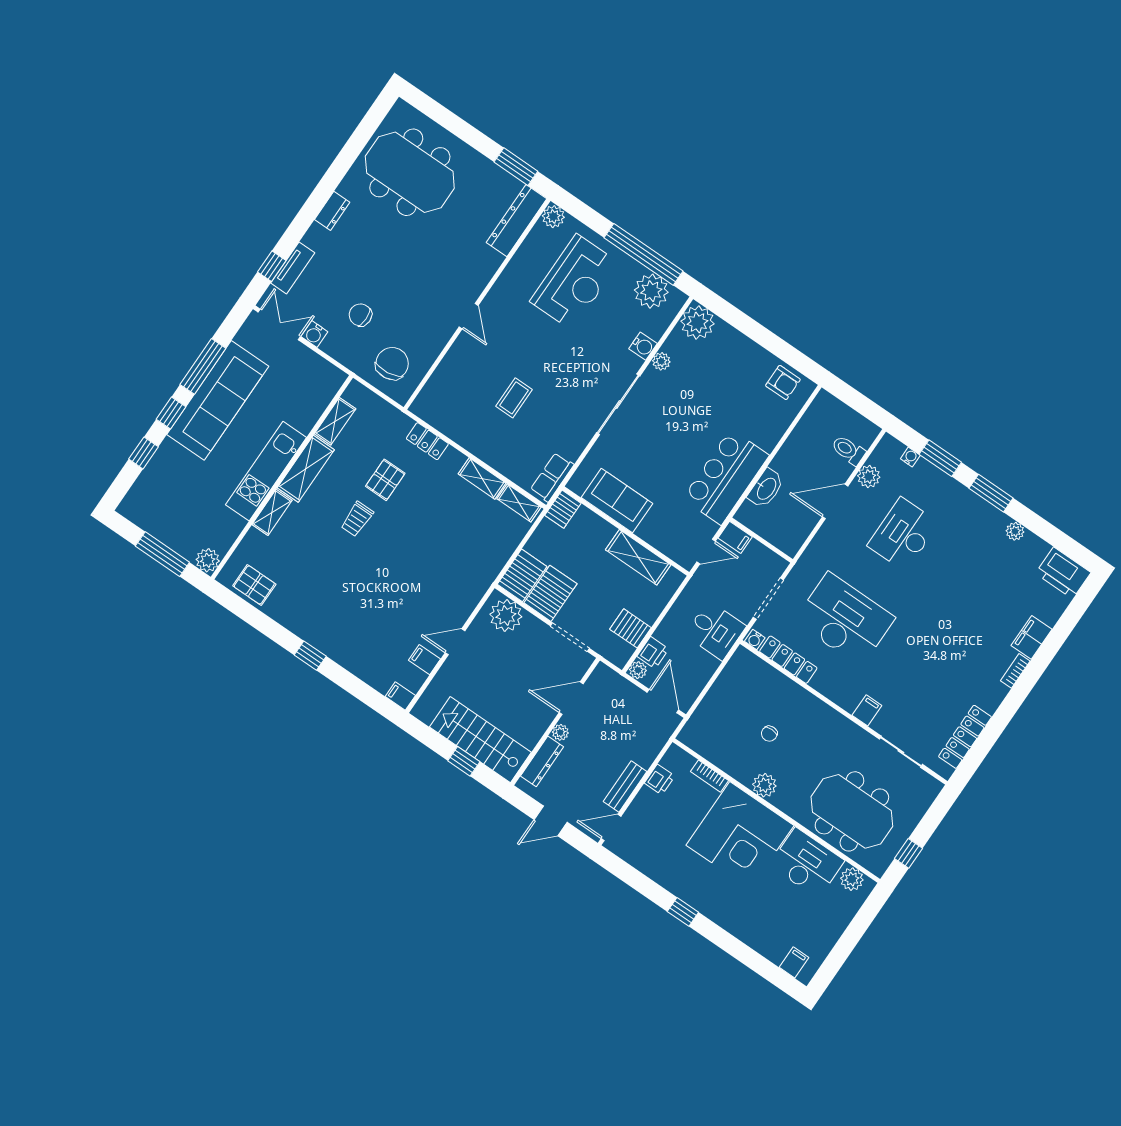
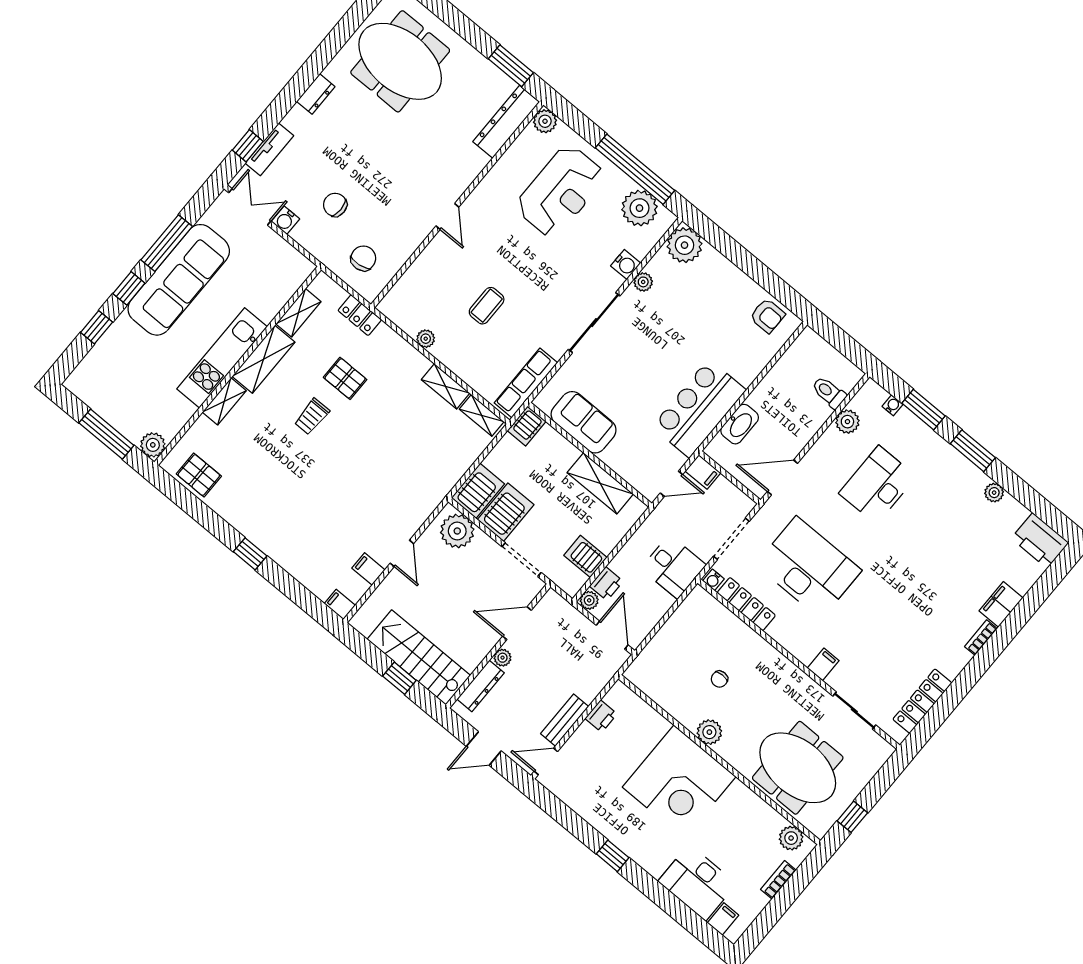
chair: (392, 363) -> (363, 258), width x0.73, depth x0.73
plant: (459, 435) -> (426, 339), added
locker: (427, 441) -> (360, 315), moved
row of seats: (552, 477) -> (526, 383), width x1.48
pallet: (385, 480) -> (345, 378), turned 90
door: (835, 501) -> (783, 477), moved
door: (455, 642) -> (402, 553), swing flipped
bookcase: (709, 776) -> (778, 880), moved, turned 90
desk: (807, 863) -> (697, 883), moved, turned 180

